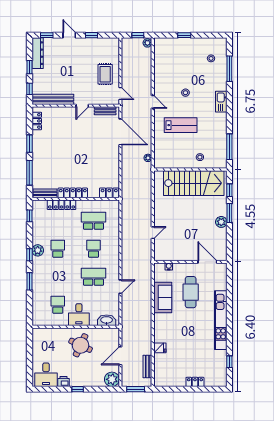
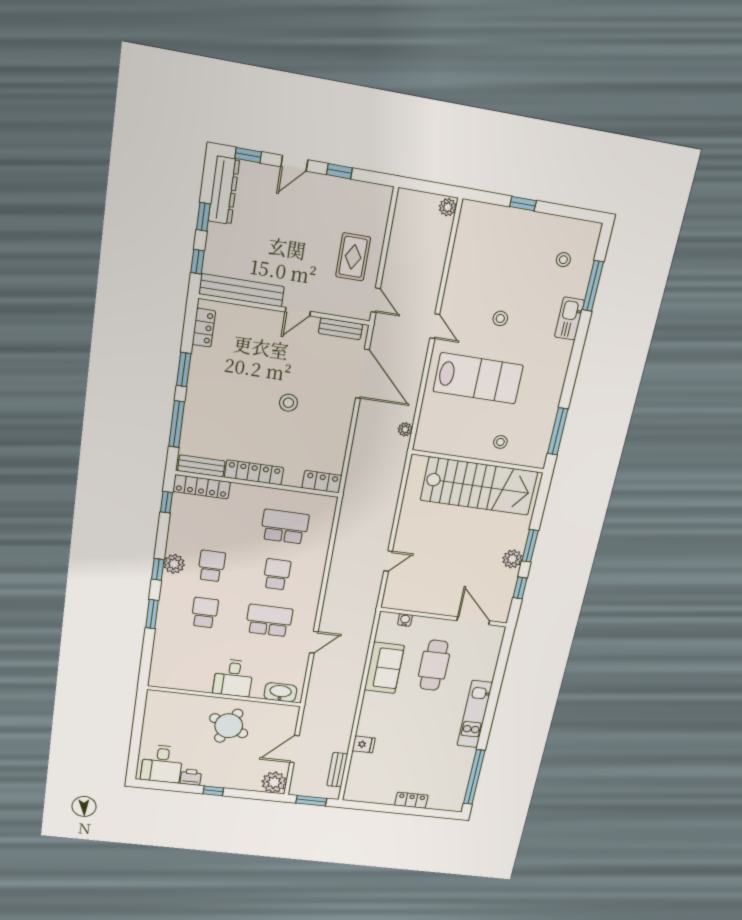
door: (69, 35) -> (294, 163), swing flipped
window: (138, 35) -> (432, 188), removed
kitchen sink: (221, 102) -> (569, 319), moved
lab bench: (181, 125) -> (478, 378), width x1.36, depth x1.39
stool: (85, 153) -> (288, 403), added
window: (229, 190) -> (520, 588), moved
locker: (62, 205) -> (202, 487), moved
school desk: (58, 305) -> (205, 613), moved
kitchen unit: (221, 320) -> (475, 714), width x0.73
window: (229, 362) -> (474, 777), width x3.17

